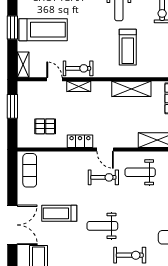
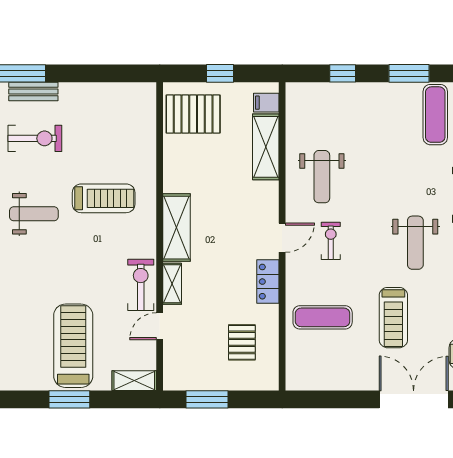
shelving: (131, 89) -> (177, 228), moved
exercise mat: (30, 170) -> (323, 317), moved
exercise bike: (103, 177) -> (331, 241), width x0.73, depth x0.72

